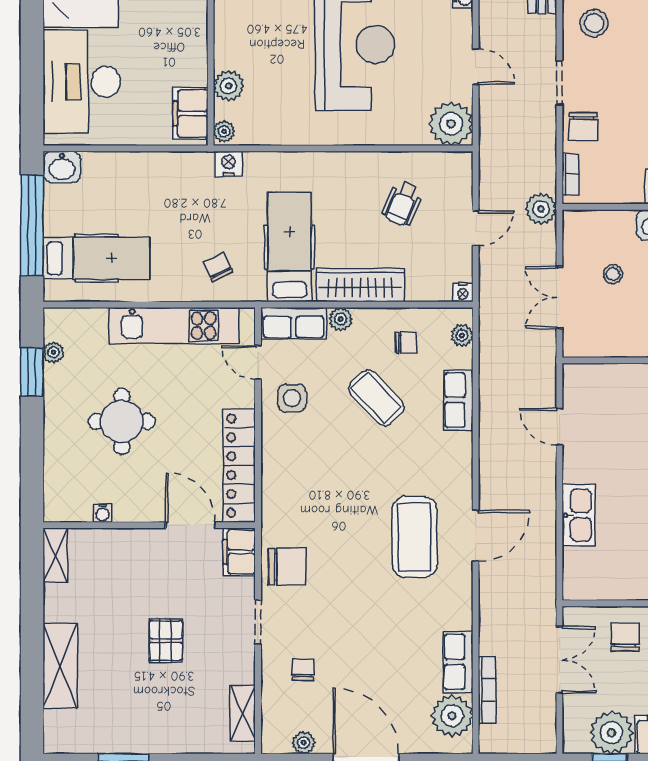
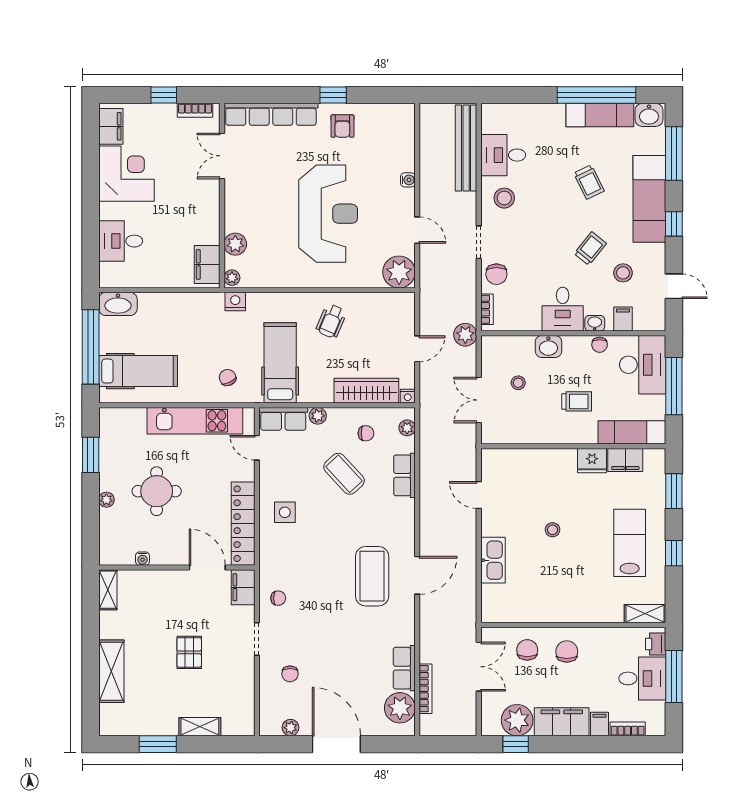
desk: (82, 82) -> (121, 241), width x0.53, depth x0.77
washbasin: (62, 167) -> (118, 304), width x1.38
wheelchair: (403, 203) -> (331, 321), moved
wardrobe: (360, 285) -> (366, 391), moved
plant: (54, 352) -> (106, 500), moved
side table: (292, 398) -> (285, 512), moved
chair: (287, 567) -> (278, 598), width x0.54, depth x0.54
chair: (303, 670) -> (290, 674), turned 180
shelving: (243, 713) -> (200, 727), moved, turned 90

